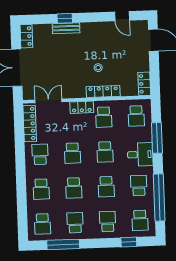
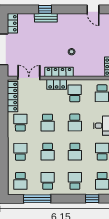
locker: (103, 91) -> (59, 72), moved
school desk: (104, 117) -> (75, 93), turned 180
school desk: (41, 189) -> (20, 152), turned 180

